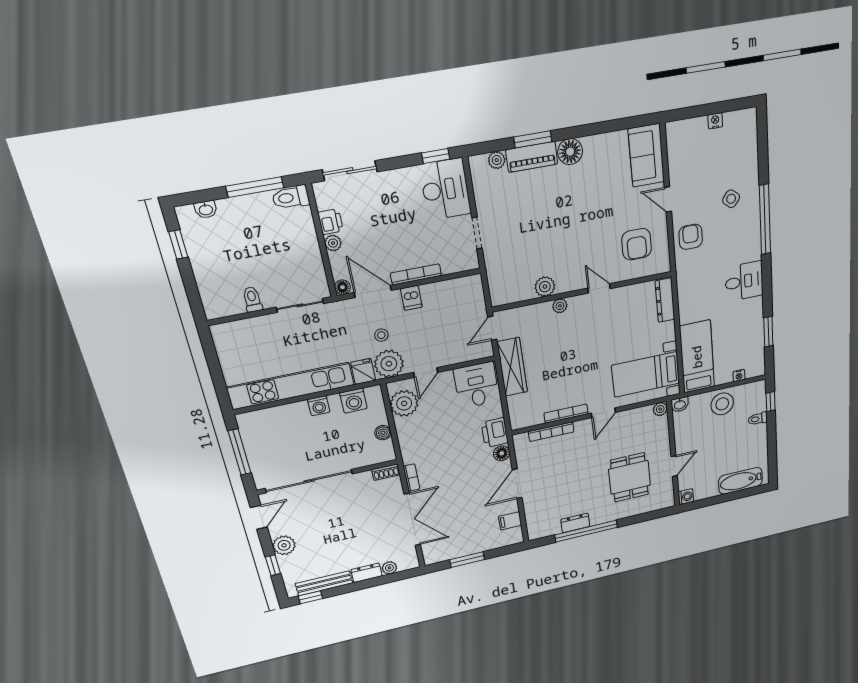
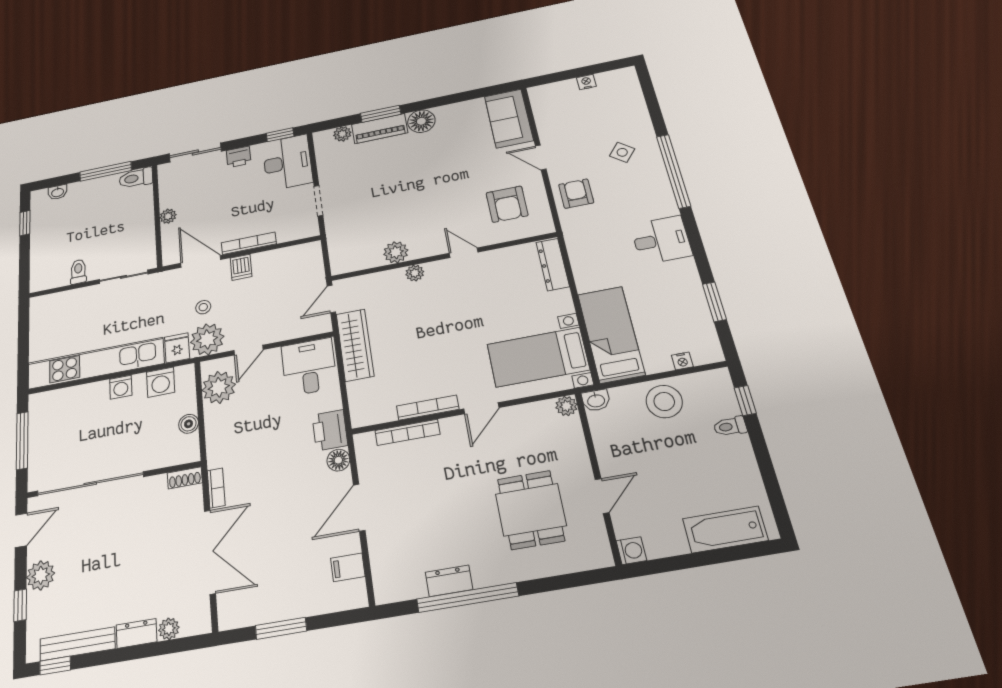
printer: (330, 222) -> (239, 157), moved, turned 90
floor lamp: (343, 287) -> (170, 258), removed

